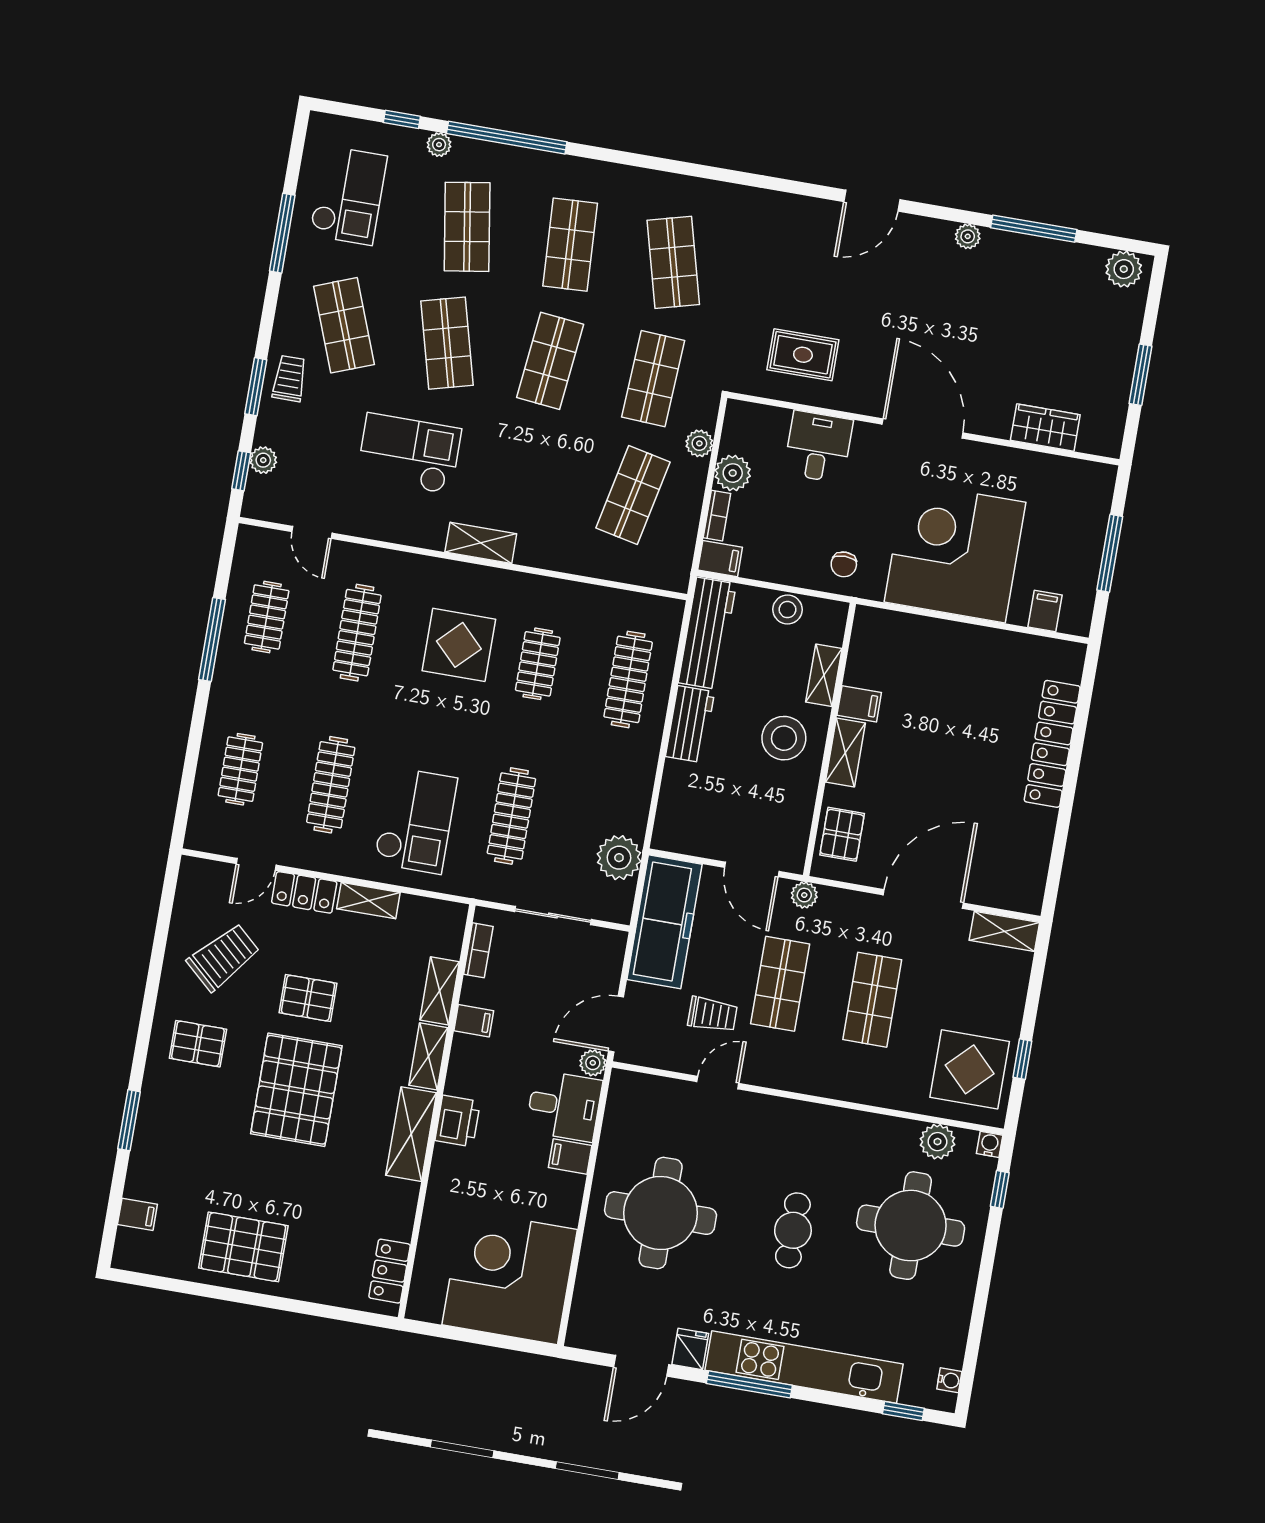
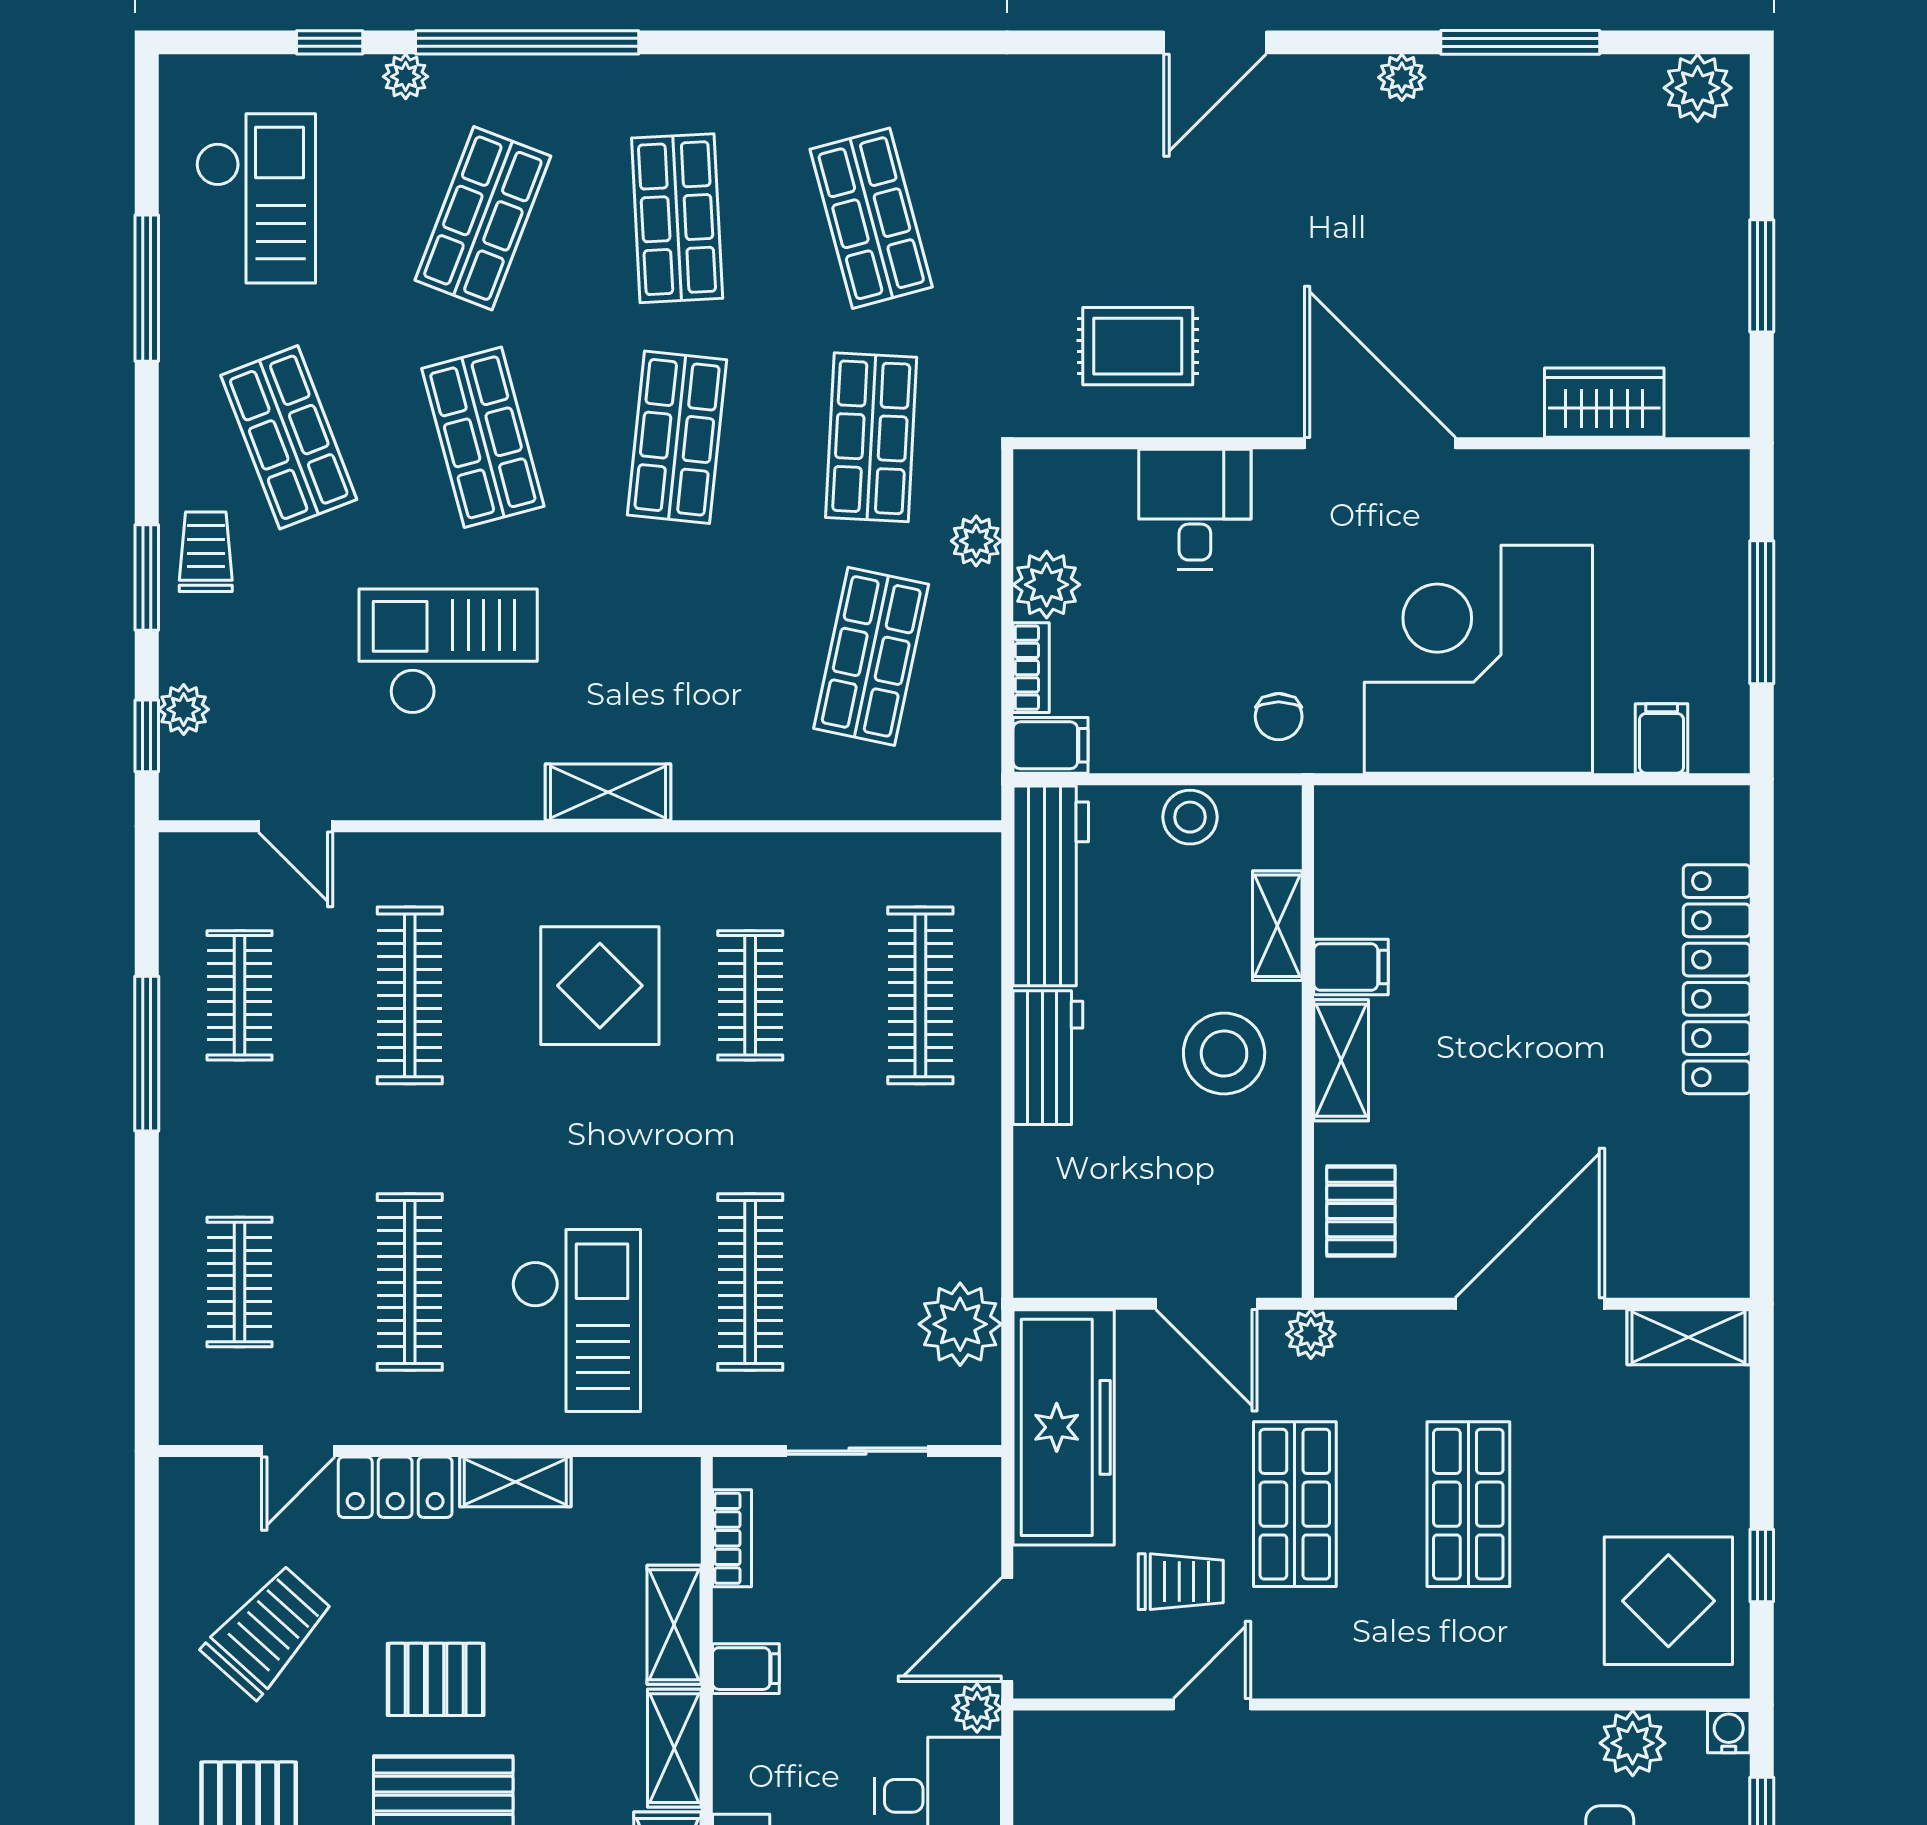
shop shelf: (467, 227) -> (483, 218), turned 30

